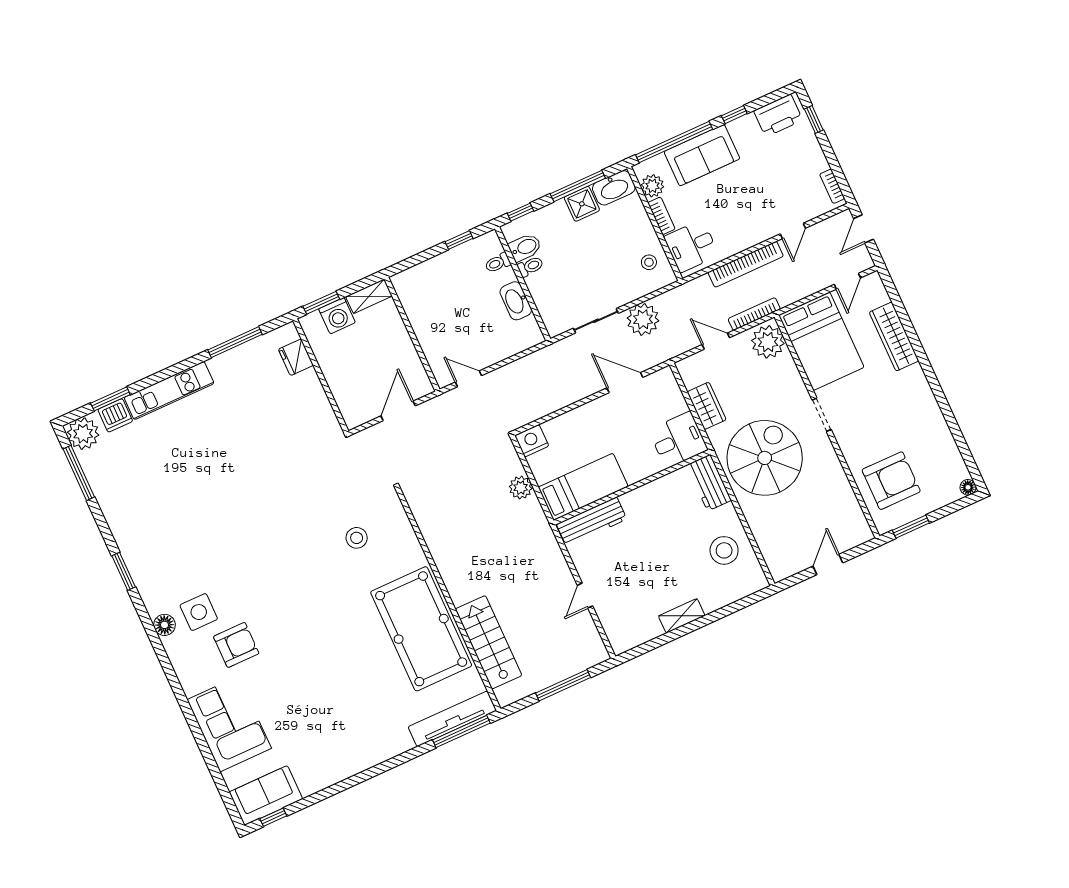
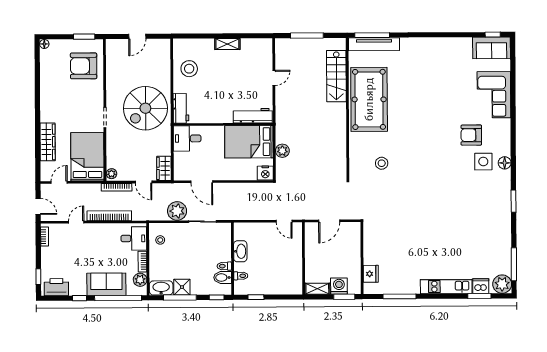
door: (864, 229) -> (38, 206), hinge flipped
plant: (768, 342) -> (111, 174), width x0.53, depth x0.53
wardrobe: (707, 406) -> (164, 168), moved
bed: (583, 487) -> (249, 142), width x1.50

